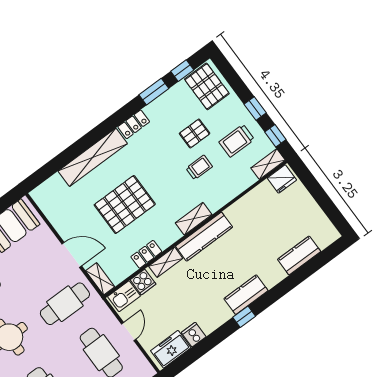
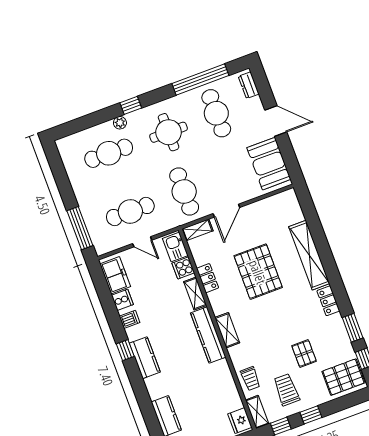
trolley: (199, 167) -> (250, 378), moved
dishwasher: (211, 321) -> (130, 319), added

